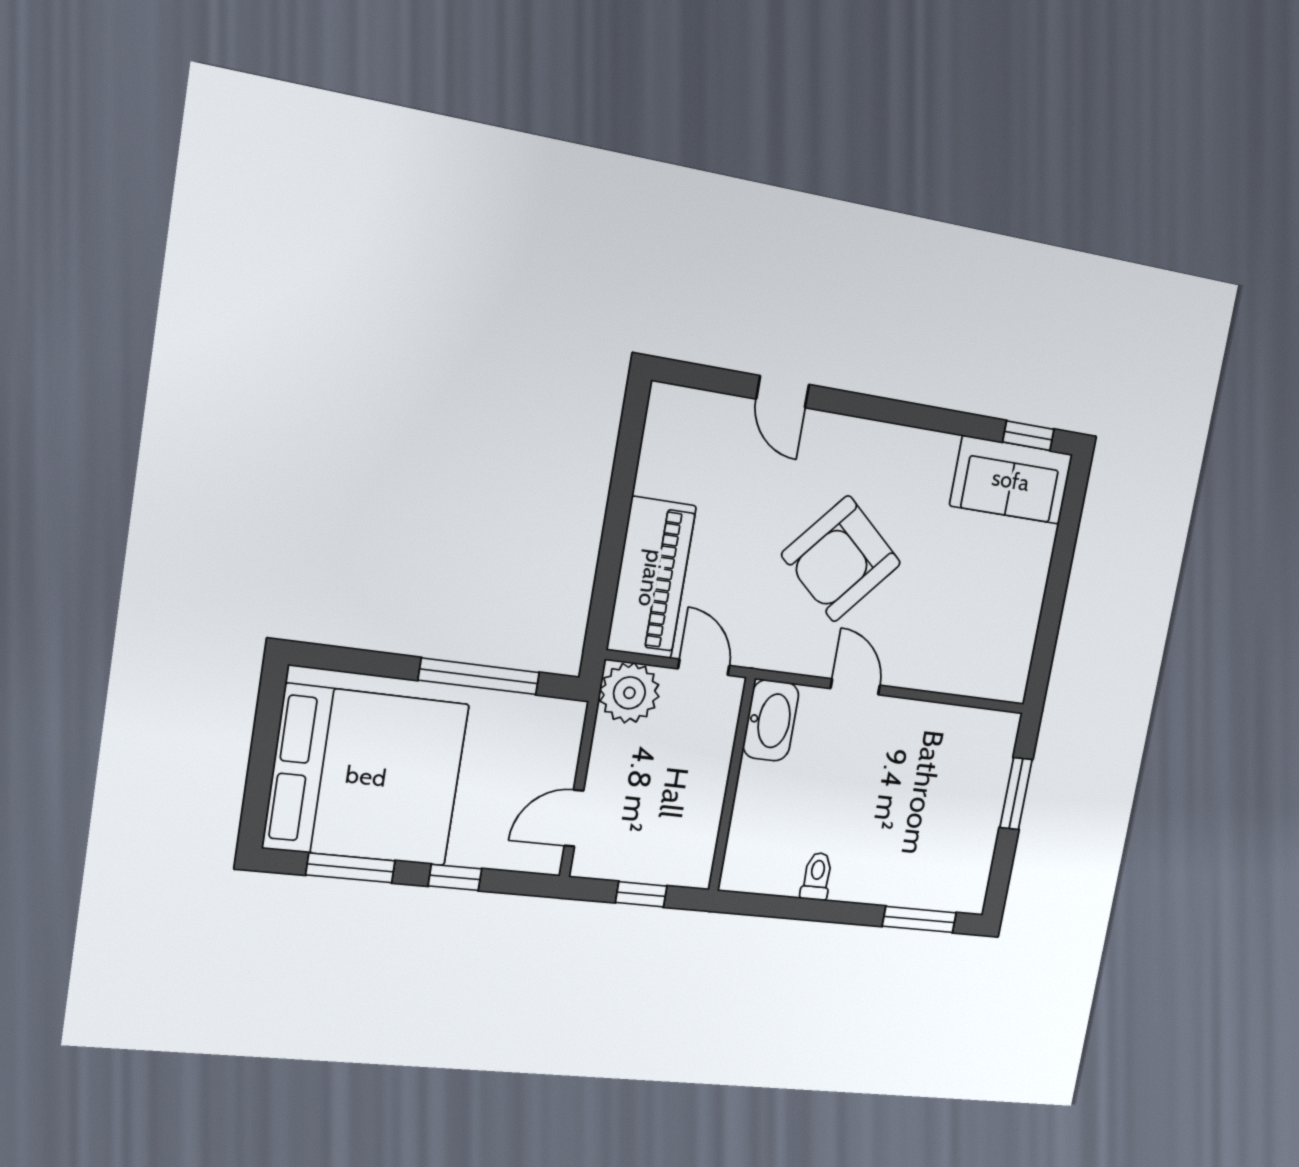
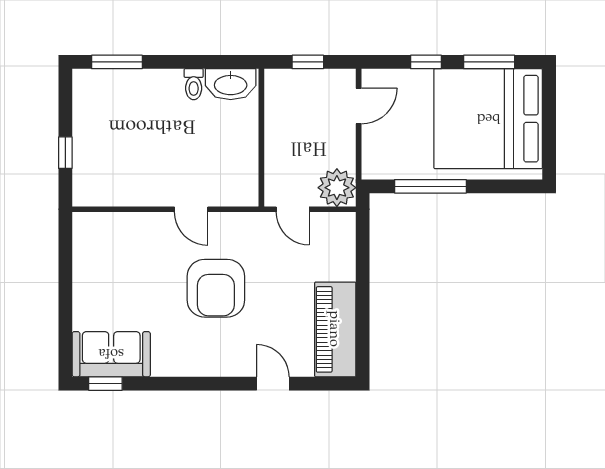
armchair: (841, 559) -> (216, 288), turned 139
piano: (651, 578) -> (335, 329), moved
washbasin: (771, 720) -> (231, 84), moved, turned -90
window: (1016, 794) -> (65, 153), width x0.67

